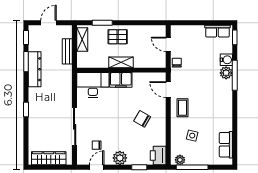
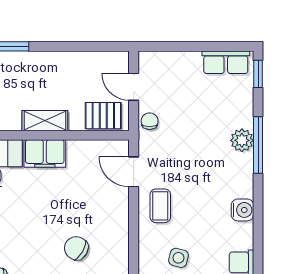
pallet: (118, 37) -> (103, 116), moved
water cooler: (226, 60) -> (242, 210), moved
chair: (142, 119) -> (76, 248), moved

